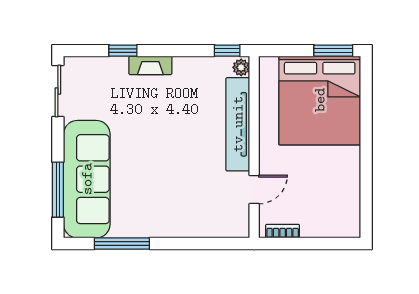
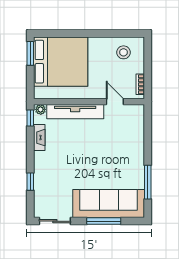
fireplace: (150, 65) -> (39, 138), moved
window: (58, 190) -> (104, 221), moved
stool: (335, 204) -> (123, 52), added

